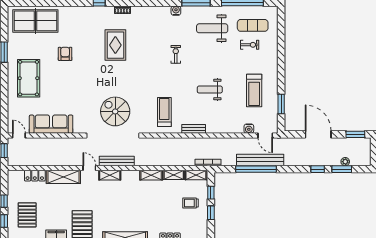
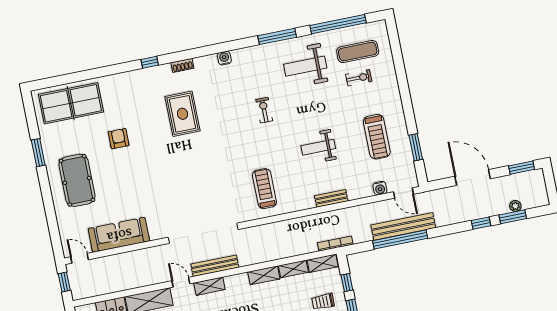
water cooler: (176, 11) -> (224, 58), moved
spiral stairs: (115, 111) -> (200, 201), removed
bench: (194, 129) -> (331, 198), moved

